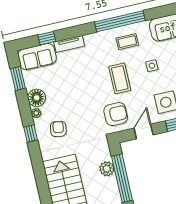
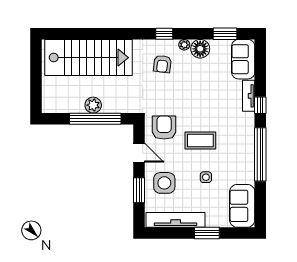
window: (47, 38) -> (260, 105), moved
coffee table: (127, 42) -> (237, 157), removed
armchair: (116, 114) -> (164, 128), turned 180
armchair: (58, 129) -> (162, 64), turned 88
plant: (107, 169) -> (93, 105), moved

